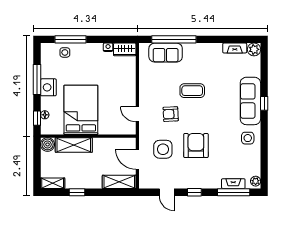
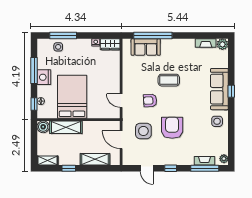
shelving: (119, 182) -> (95, 159), moved

